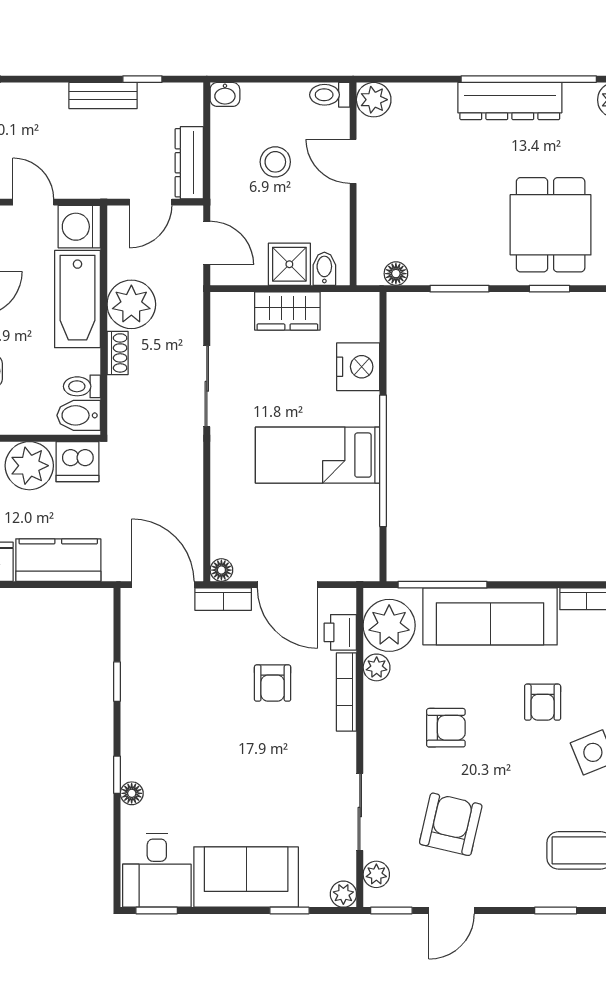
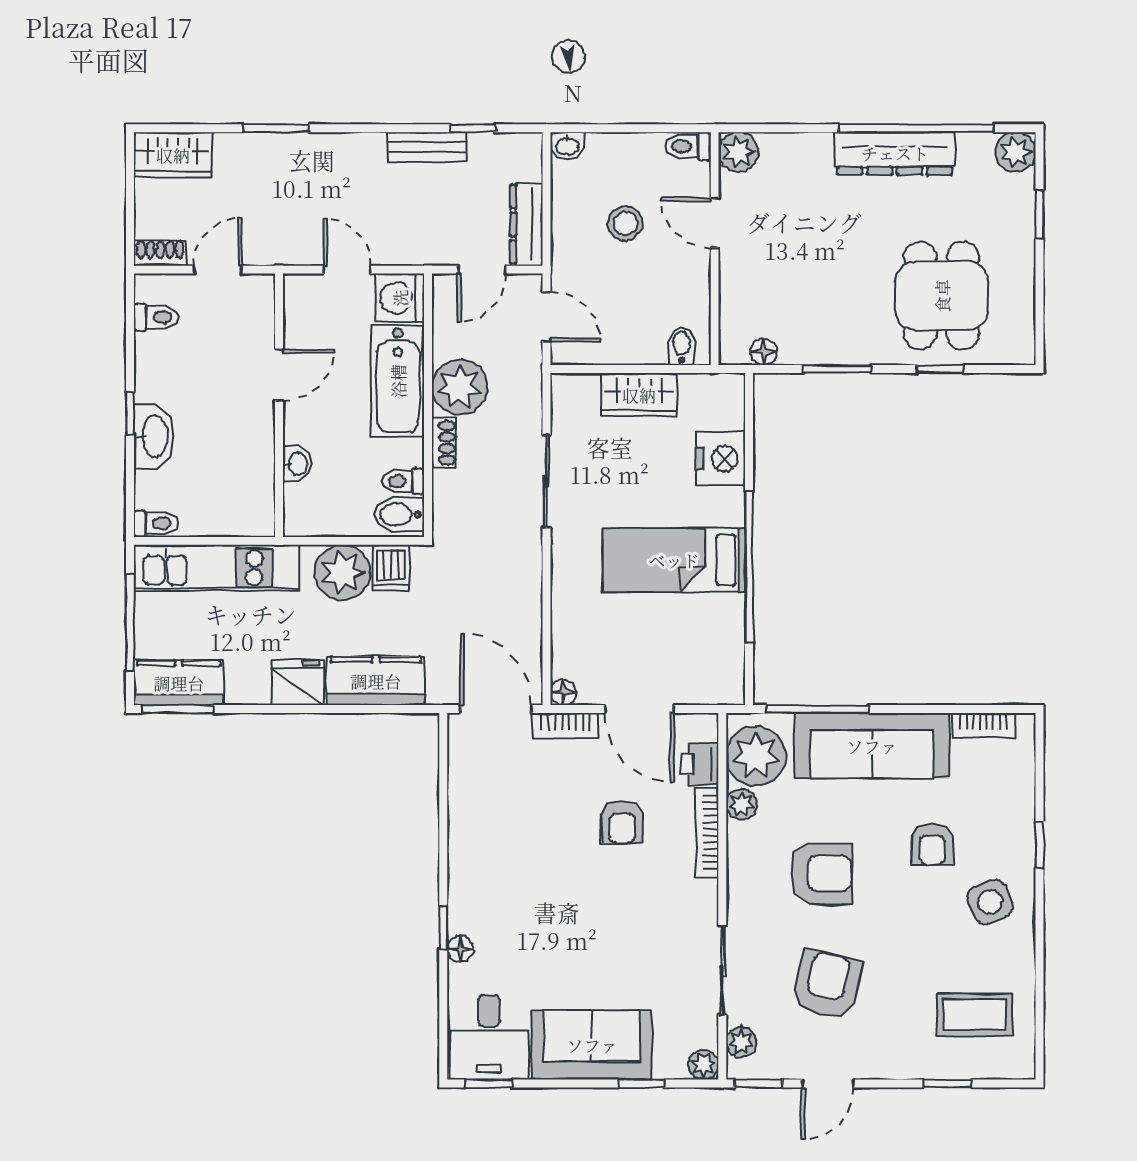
shower: (289, 264) -> (641, 341), removed
dishwasher: (77, 462) -> (391, 568), width x0.73
window: (117, 682) -> (443, 821), removed
armchair: (446, 728) -> (821, 874), width x1.38, depth x1.38

